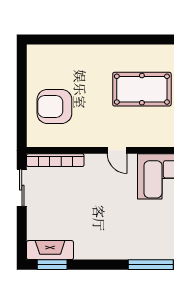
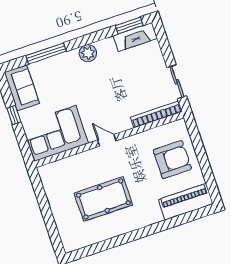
piano: (55, 57) -> (186, 202), added
plant: (106, 250) -> (88, 53), added

